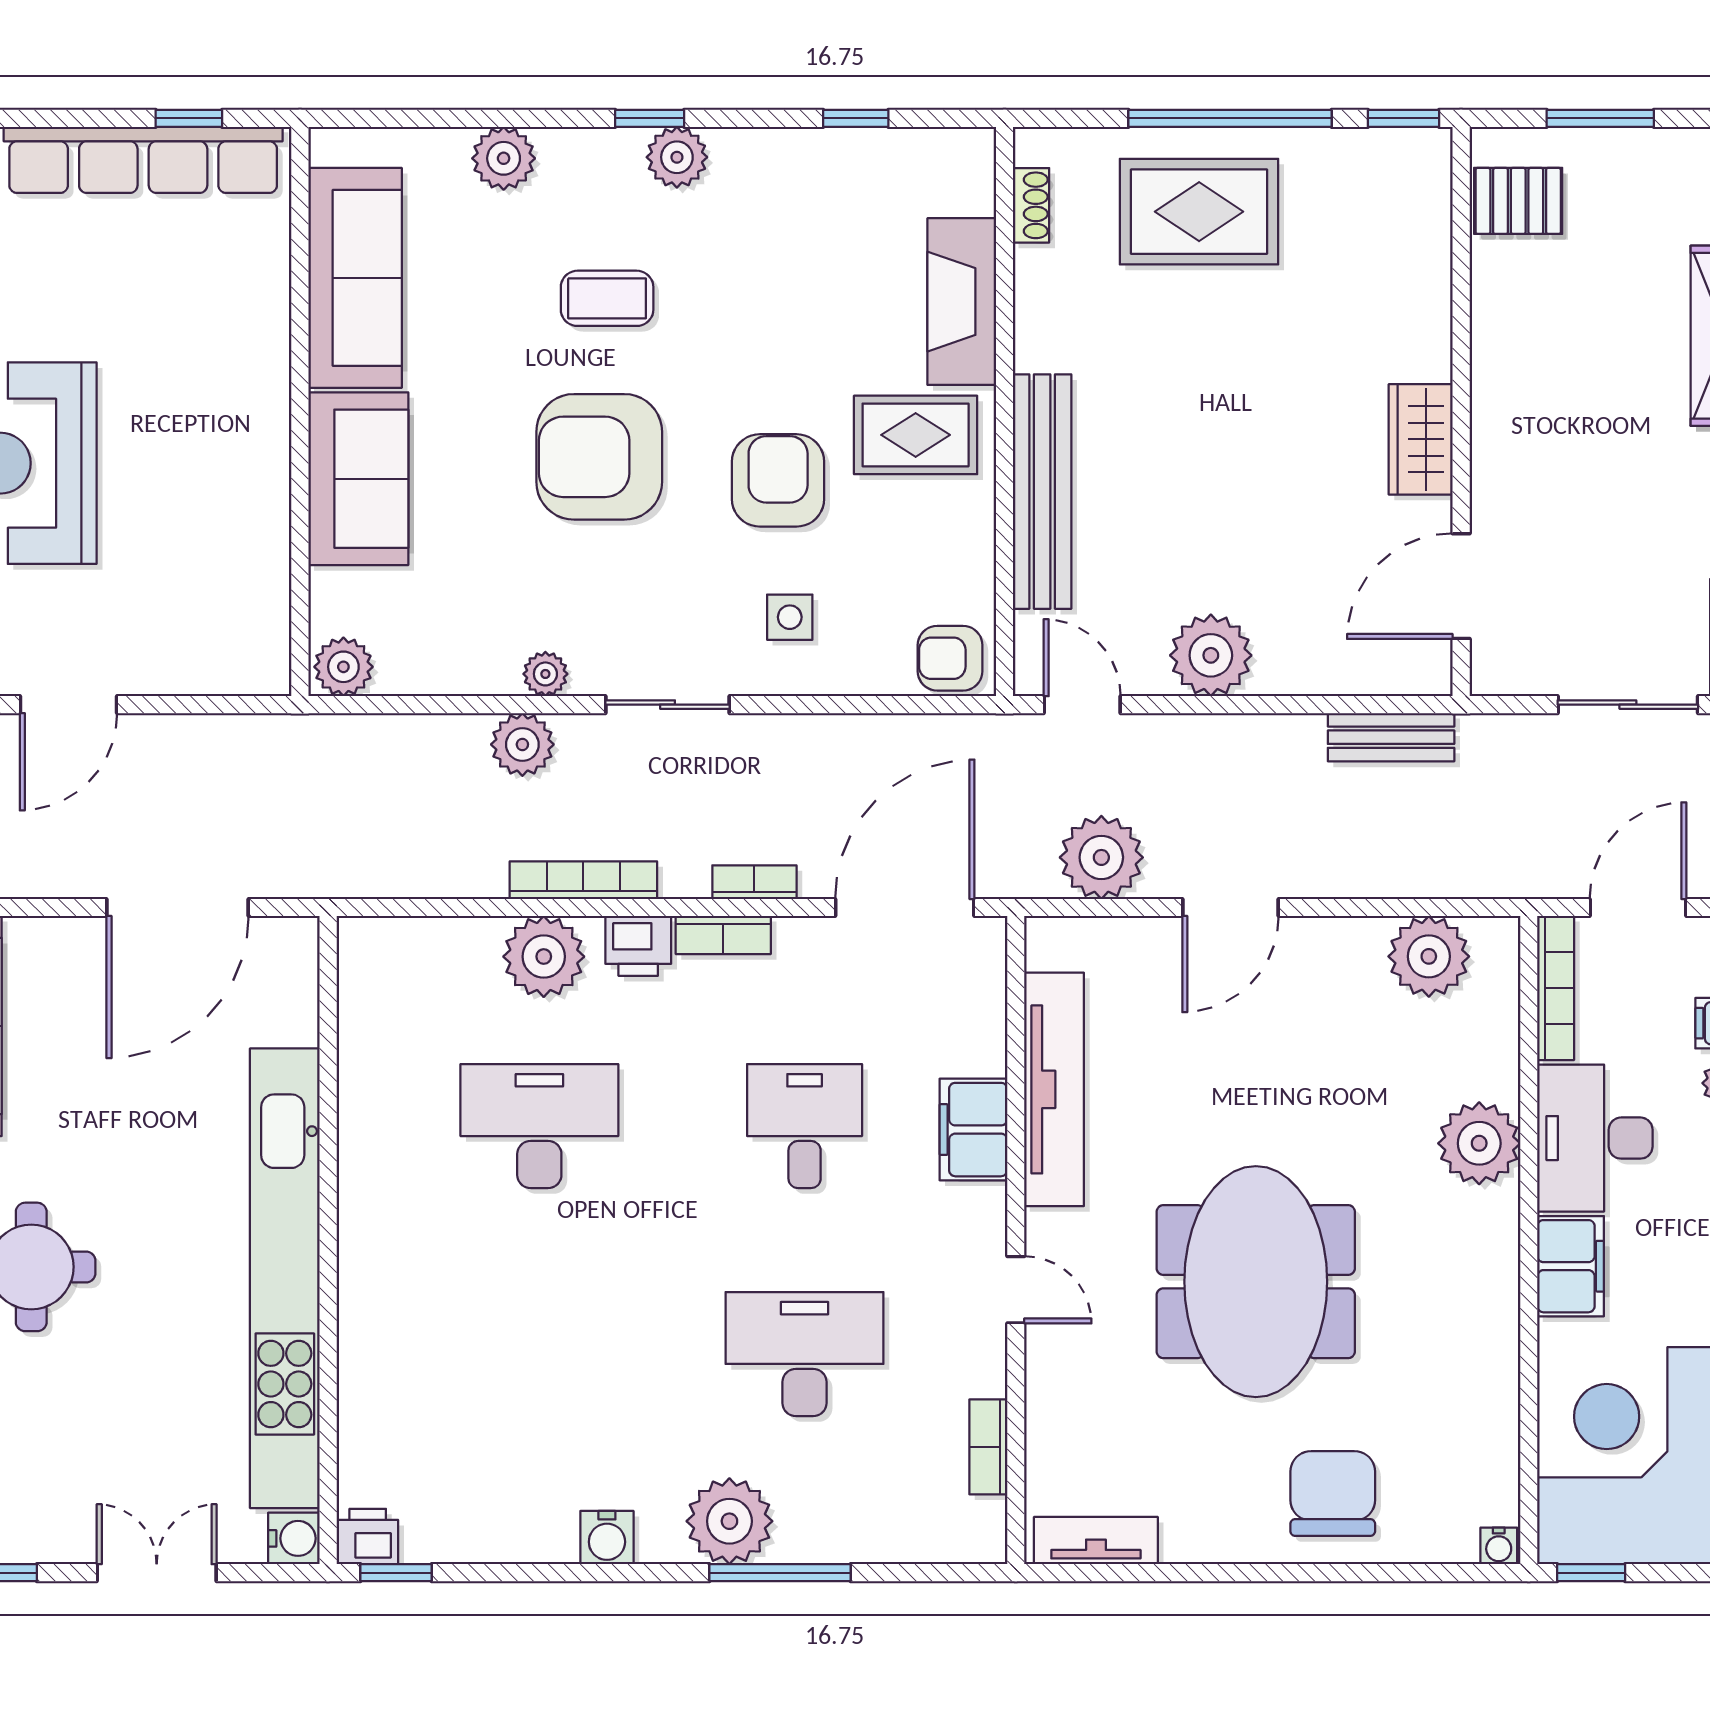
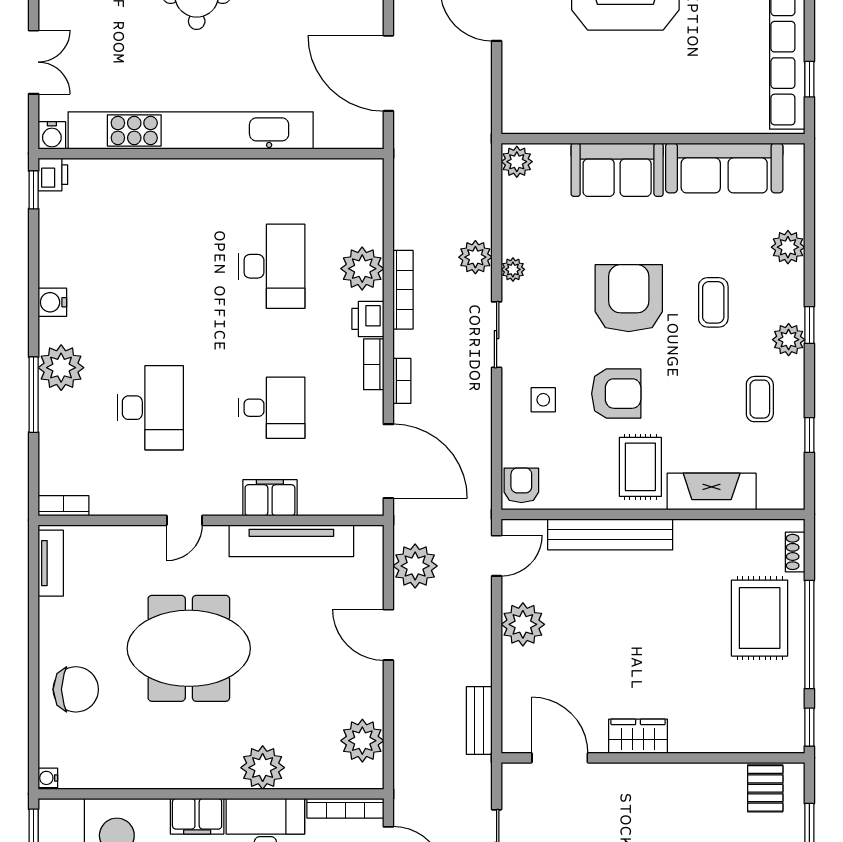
shoe rack: (1031, 205) -> (795, 552), moved, turned 90
coffee table: (788, 211) -> (760, 399), added
bookcase: (988, 1447) -> (63, 506), moved

